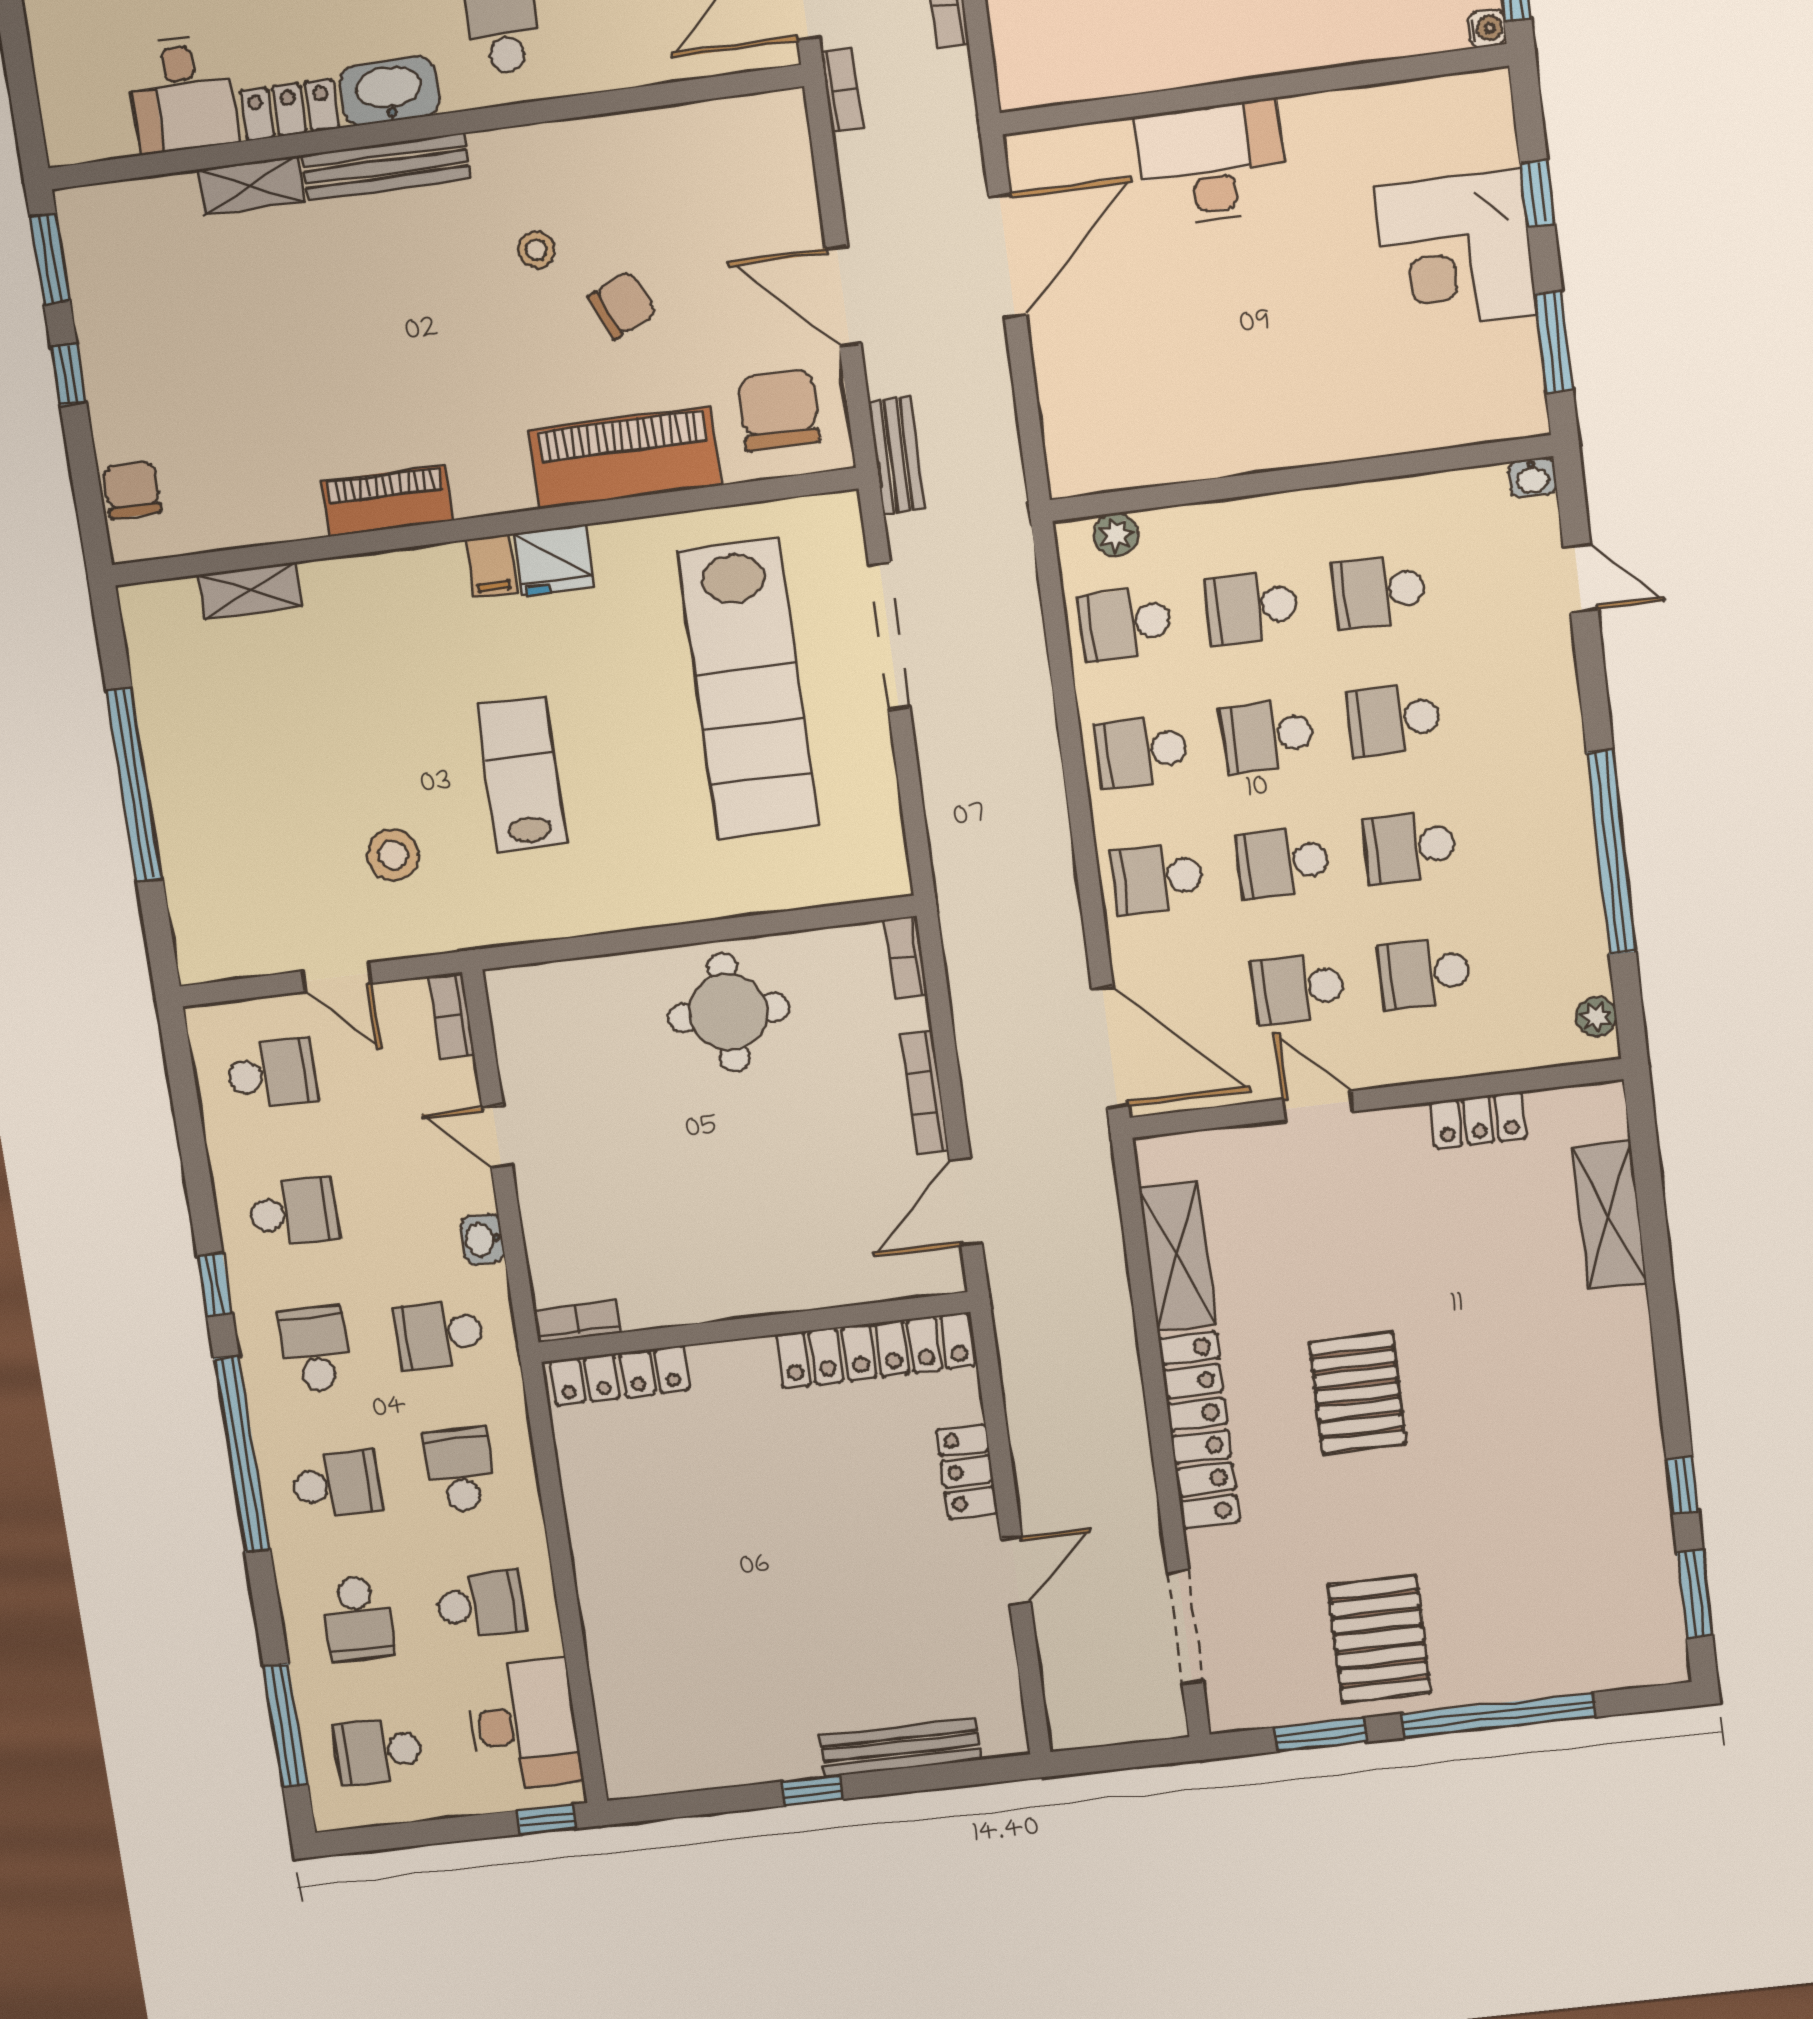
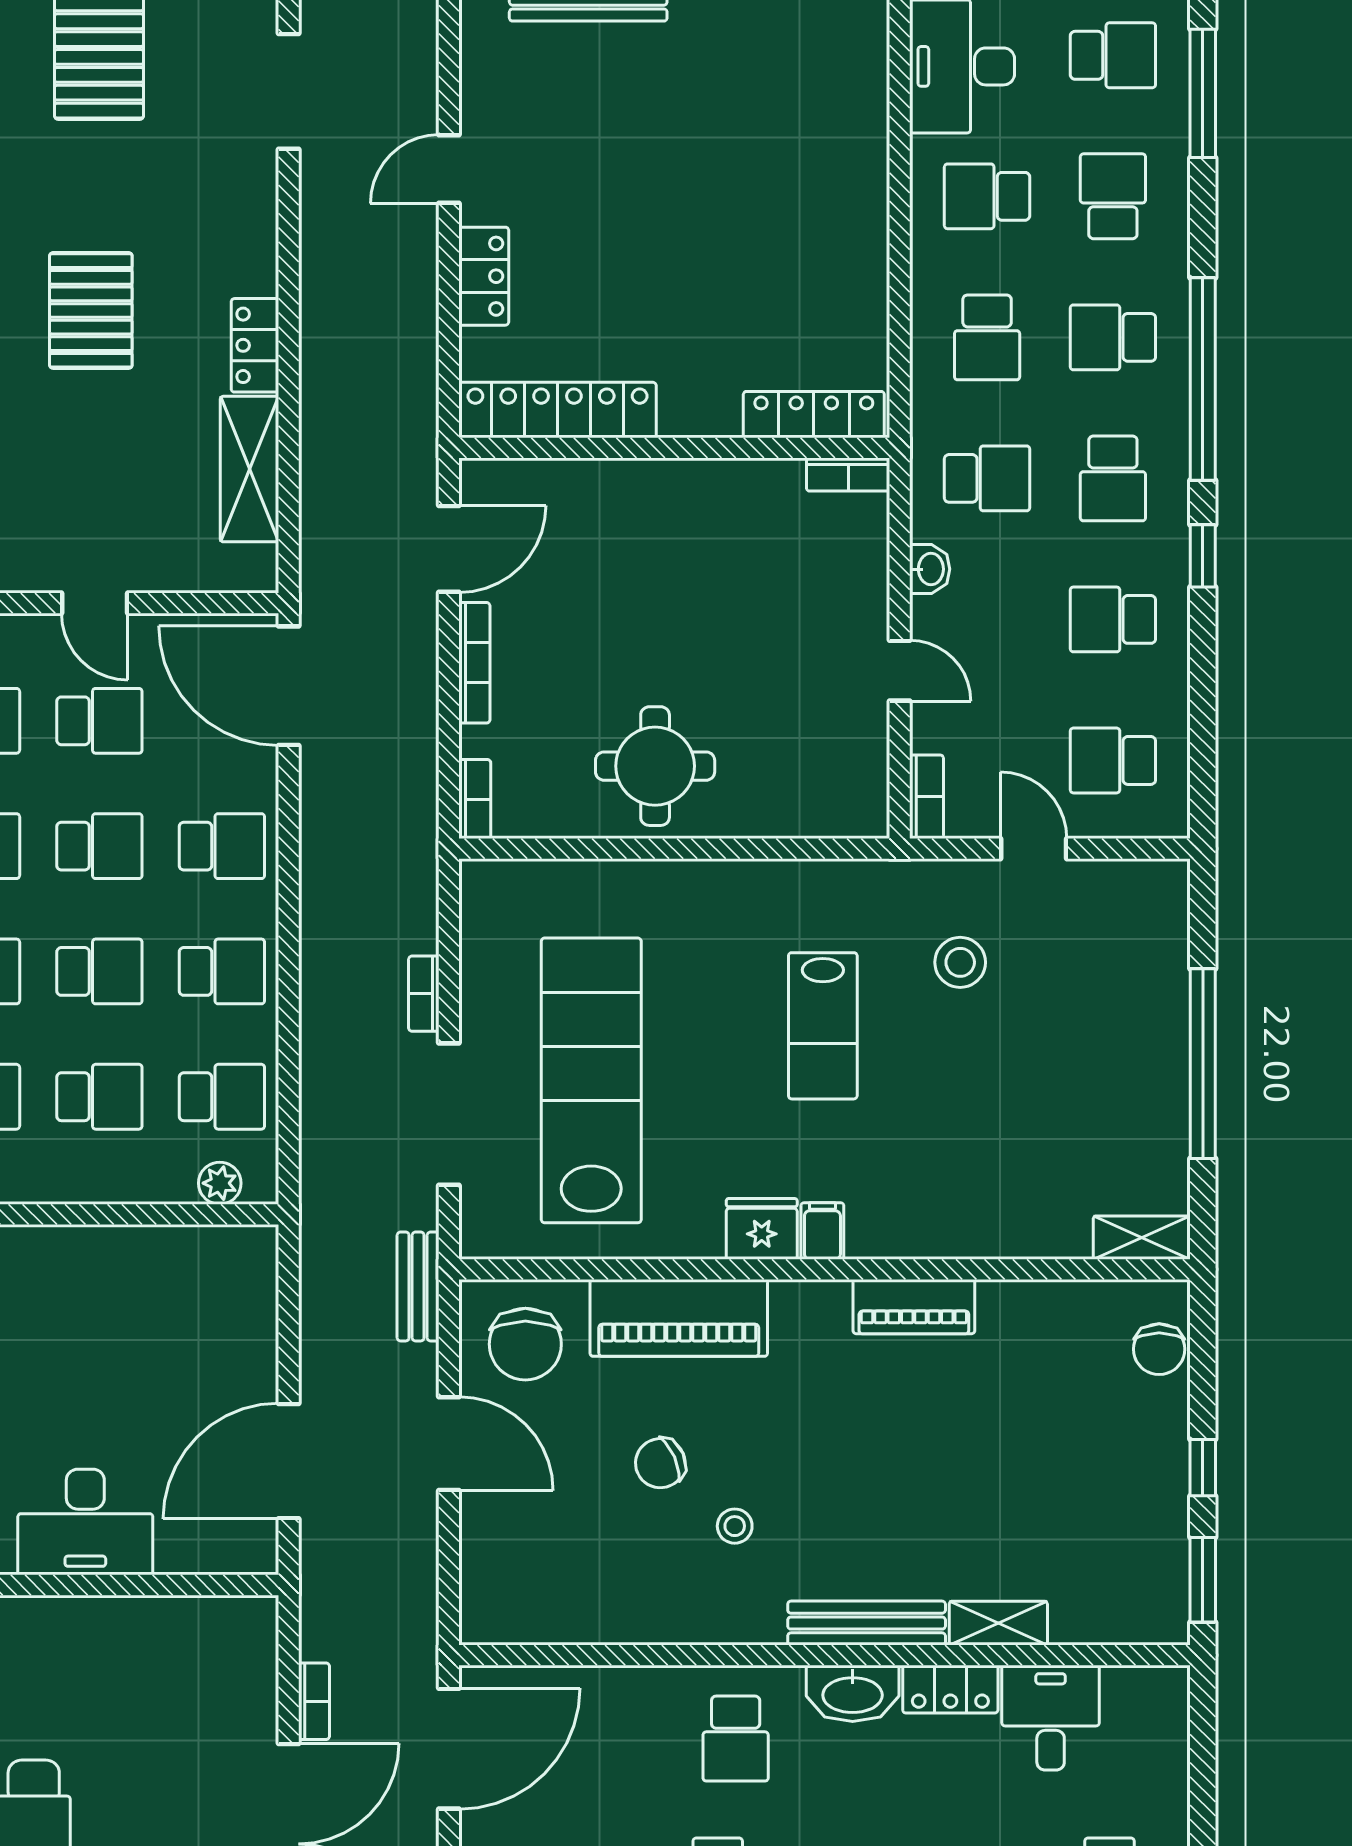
bookcase: (842, 90) -> (424, 994), moved
shelving: (250, 590) -> (1142, 1238), moved
locker: (1199, 1430) -> (255, 345), width x0.46, depth x0.83

